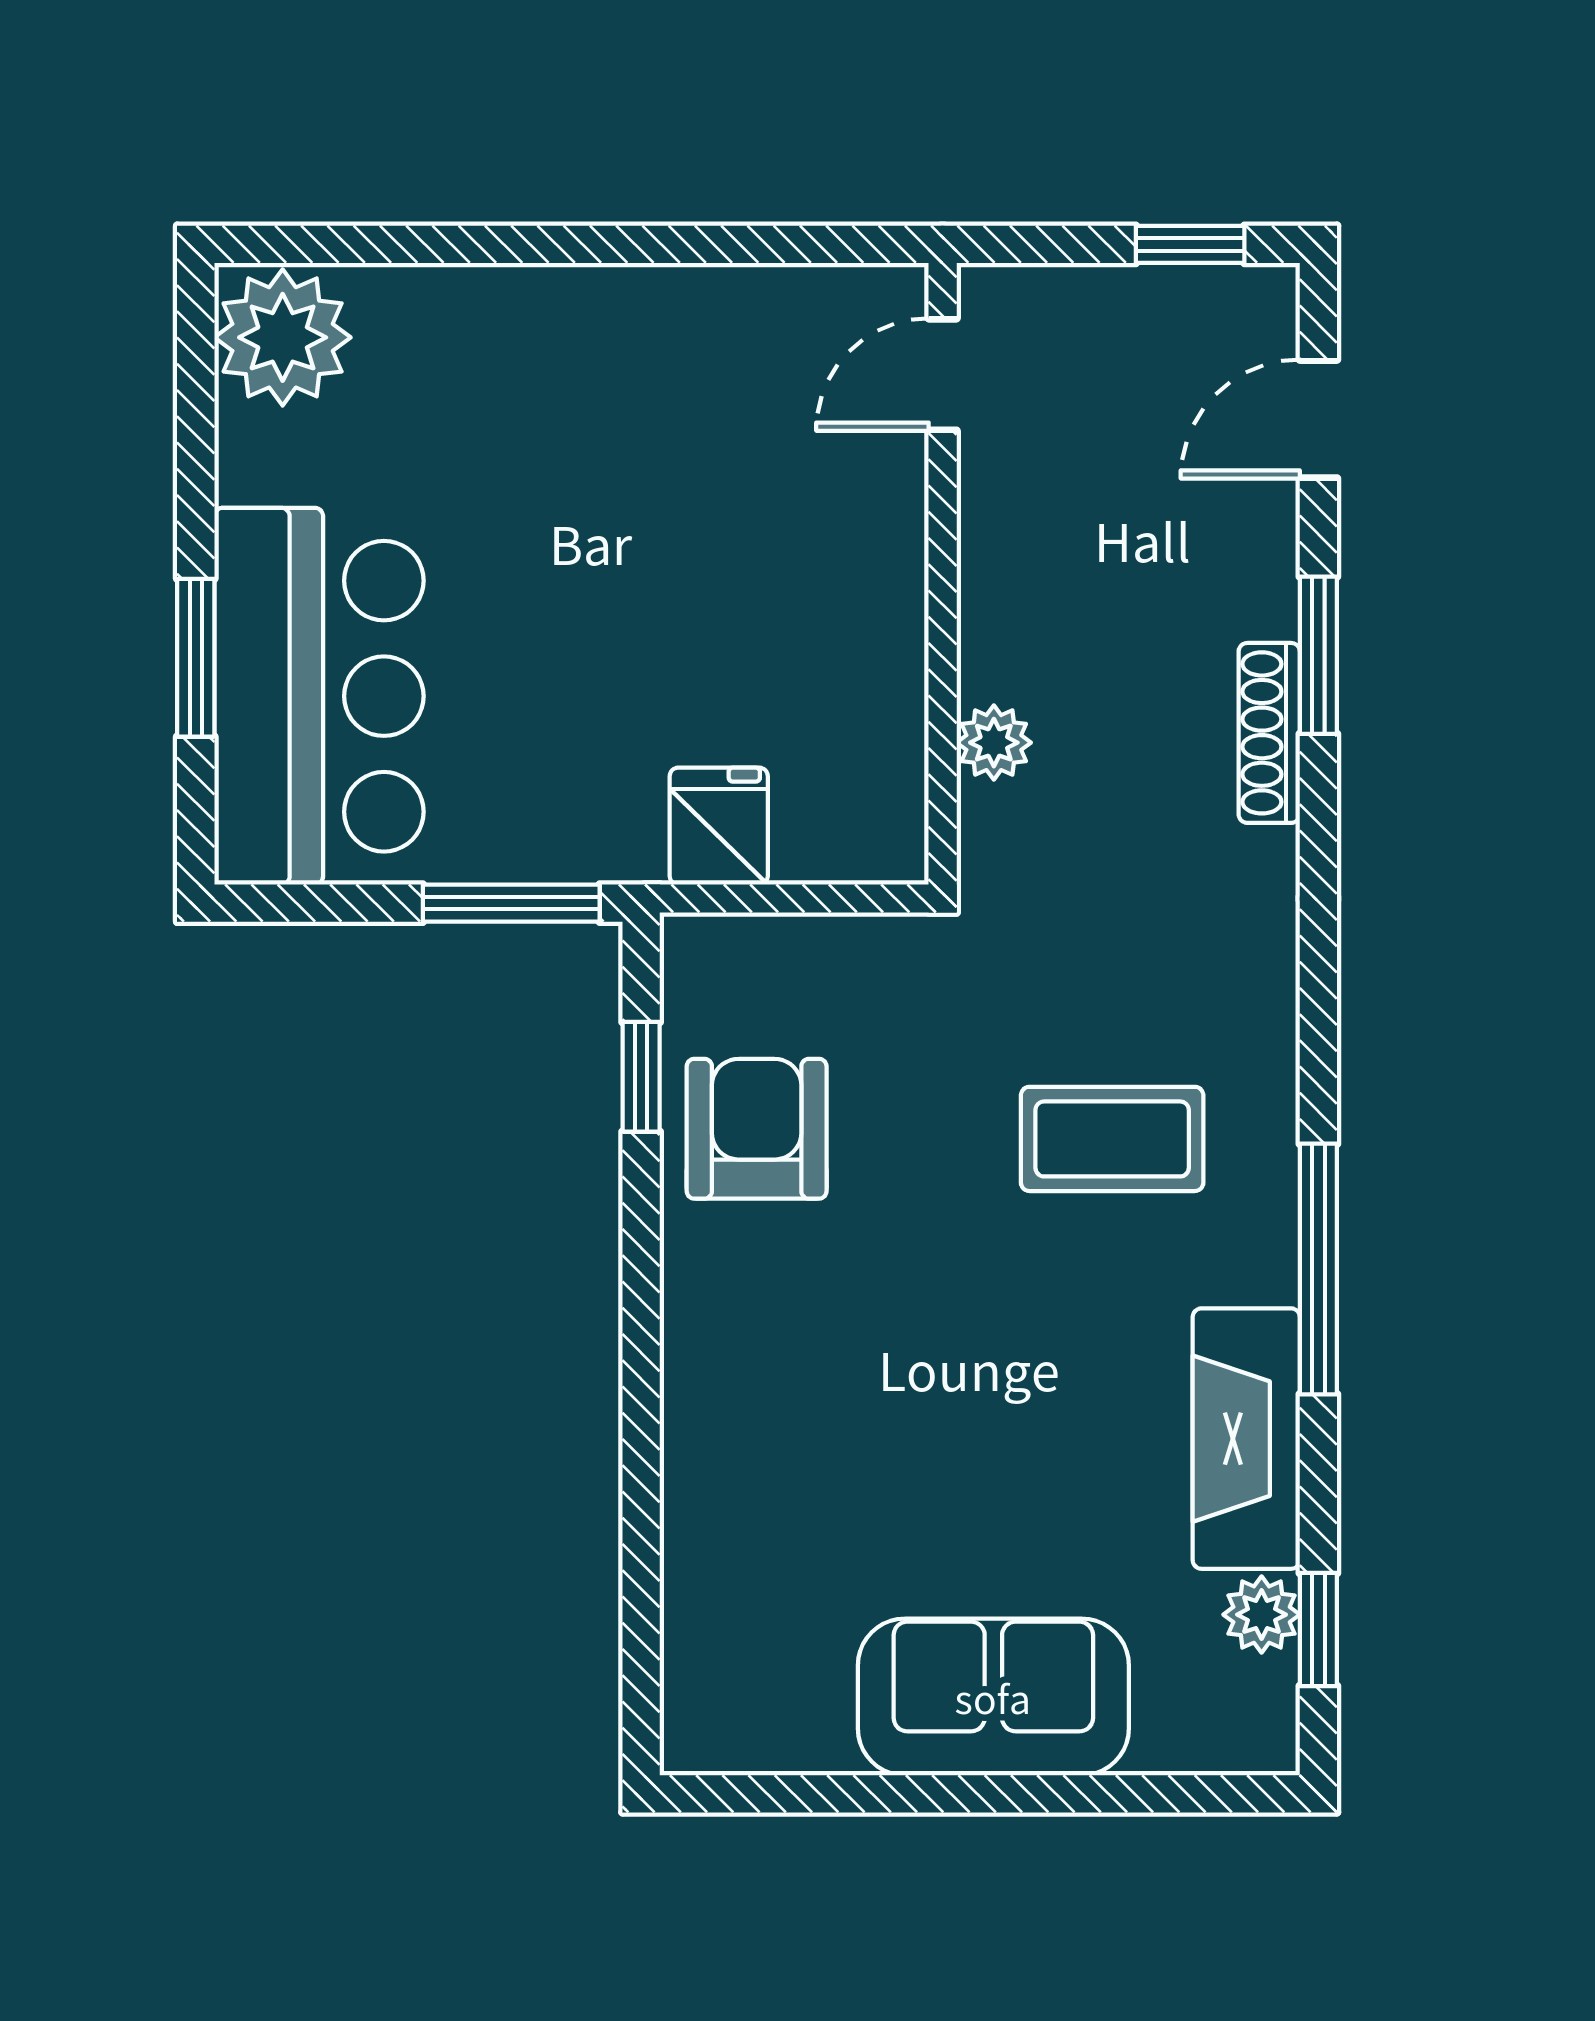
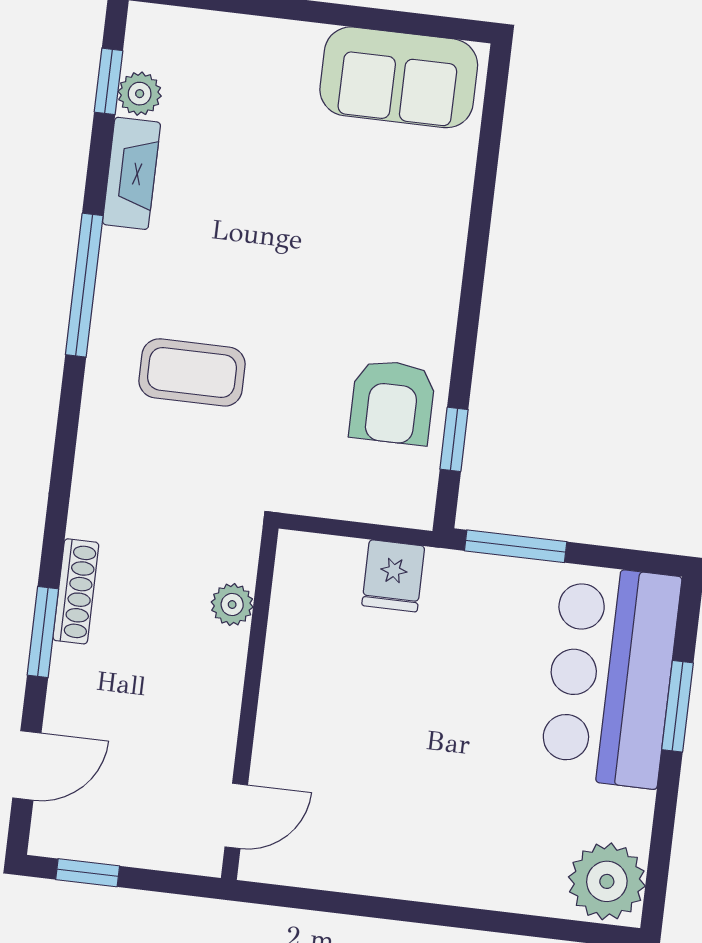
fireplace: (1246, 1439) -> (131, 173), width x0.73, depth x0.76
sofa: (993, 1697) -> (399, 77), moved

